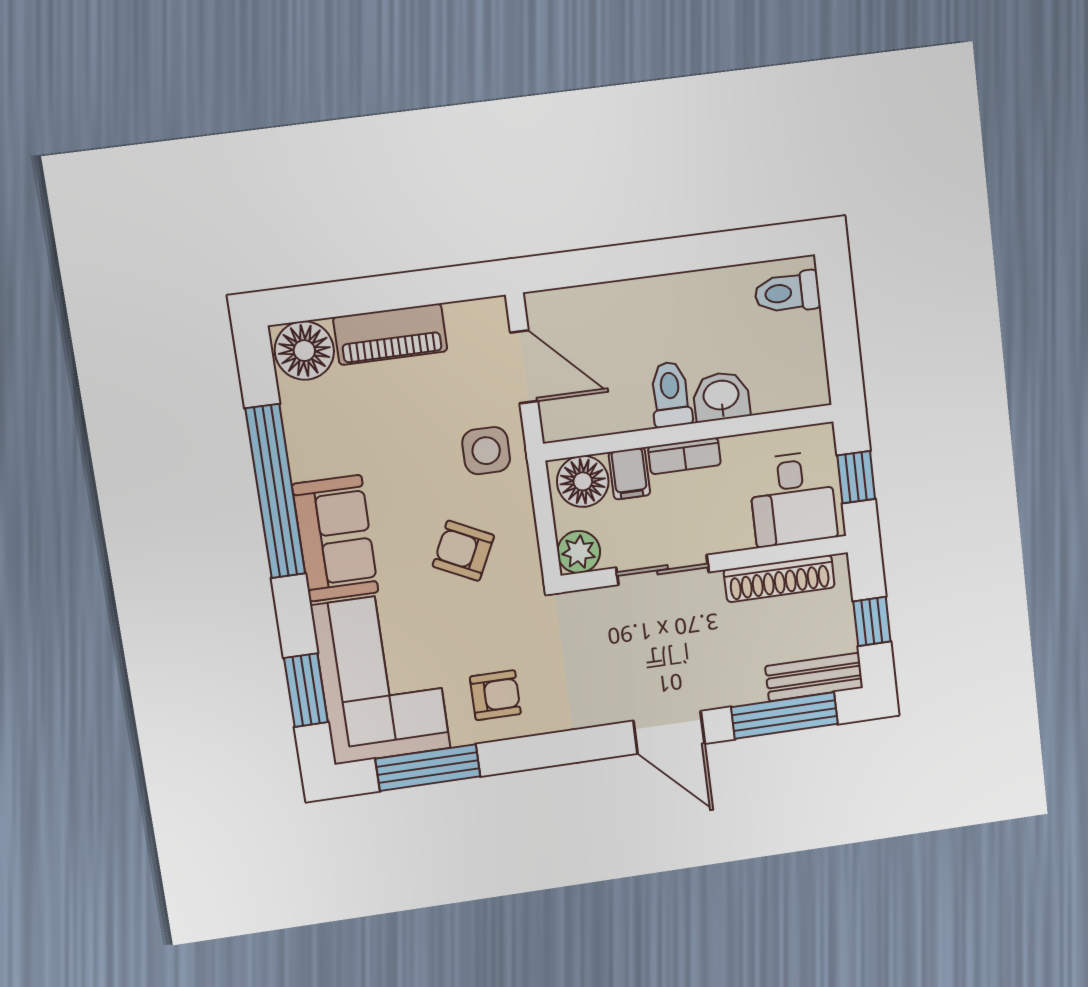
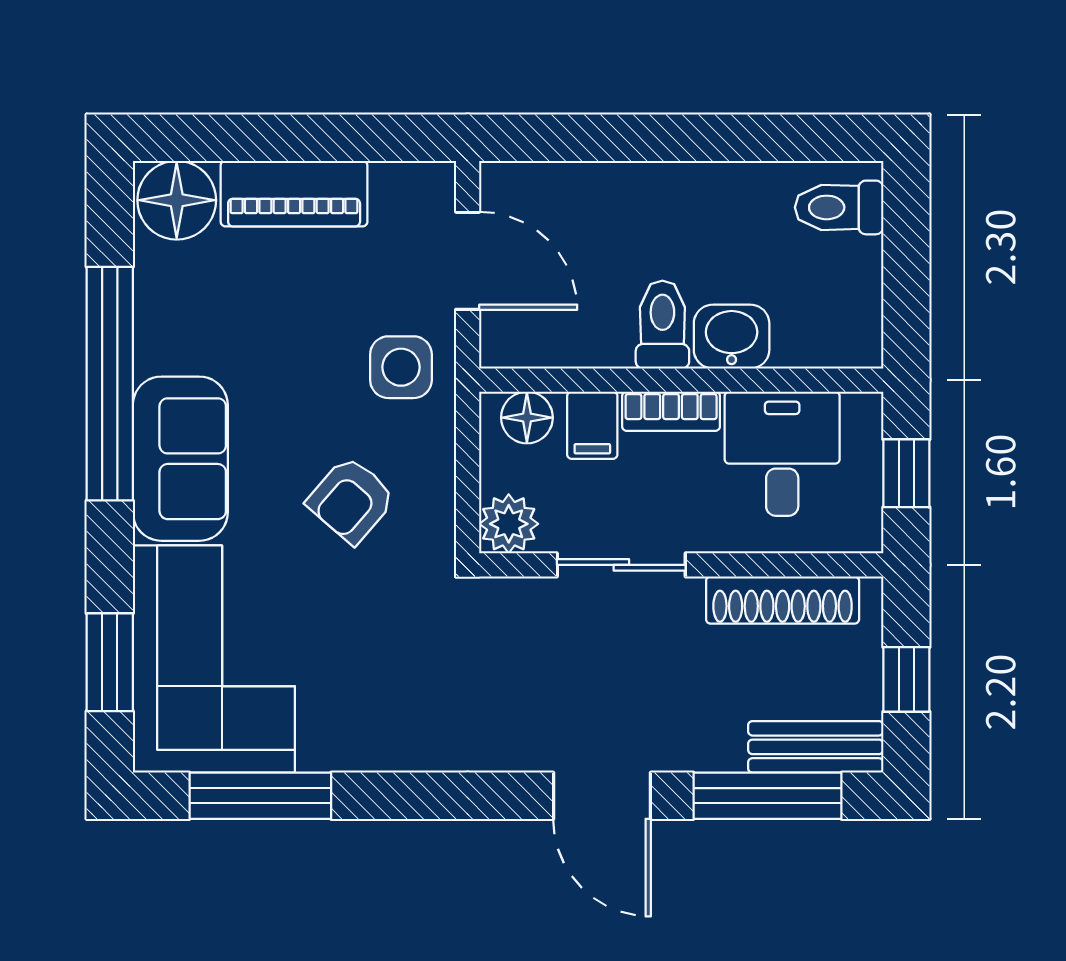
floor lamp: (583, 481) -> (527, 418), width x0.73, depth x0.73
desk: (793, 499) -> (782, 454), moved, turned 180
armchair: (463, 551) -> (351, 500), turned -75
armchair: (495, 695) -> (367, 707), removed

